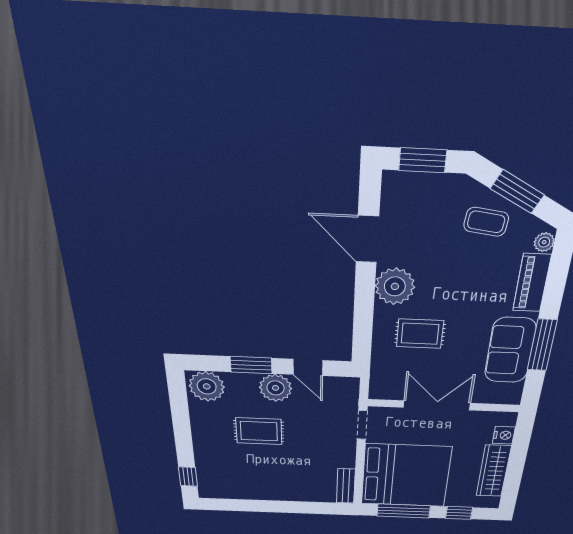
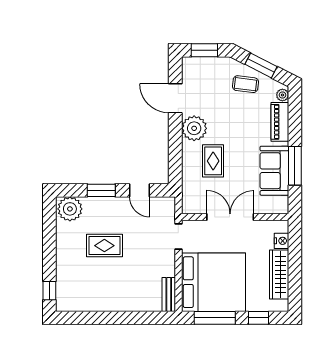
rug: (420, 334) -> (213, 161), turned 90
plant: (276, 388) -> (117, 208), removed

